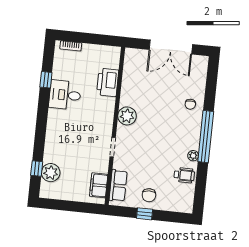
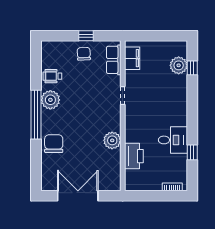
chair: (190, 104) -> (54, 144), width x1.87, depth x1.87
plant: (127, 116) -> (112, 140), moved
plant: (193, 156) -> (50, 100), width x1.88, depth x1.88

